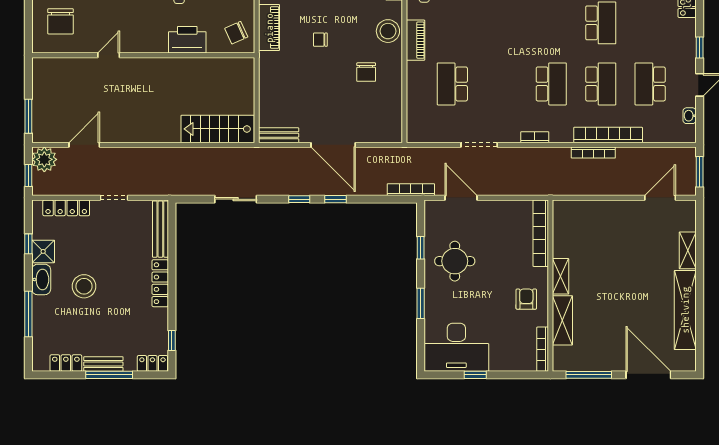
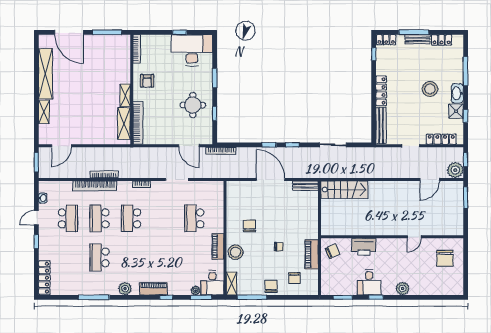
chair: (60, 21) -> (445, 258), turned 180
school desk: (452, 84) -> (194, 218), turned 180
shelving: (562, 320) -> (124, 124), moved

